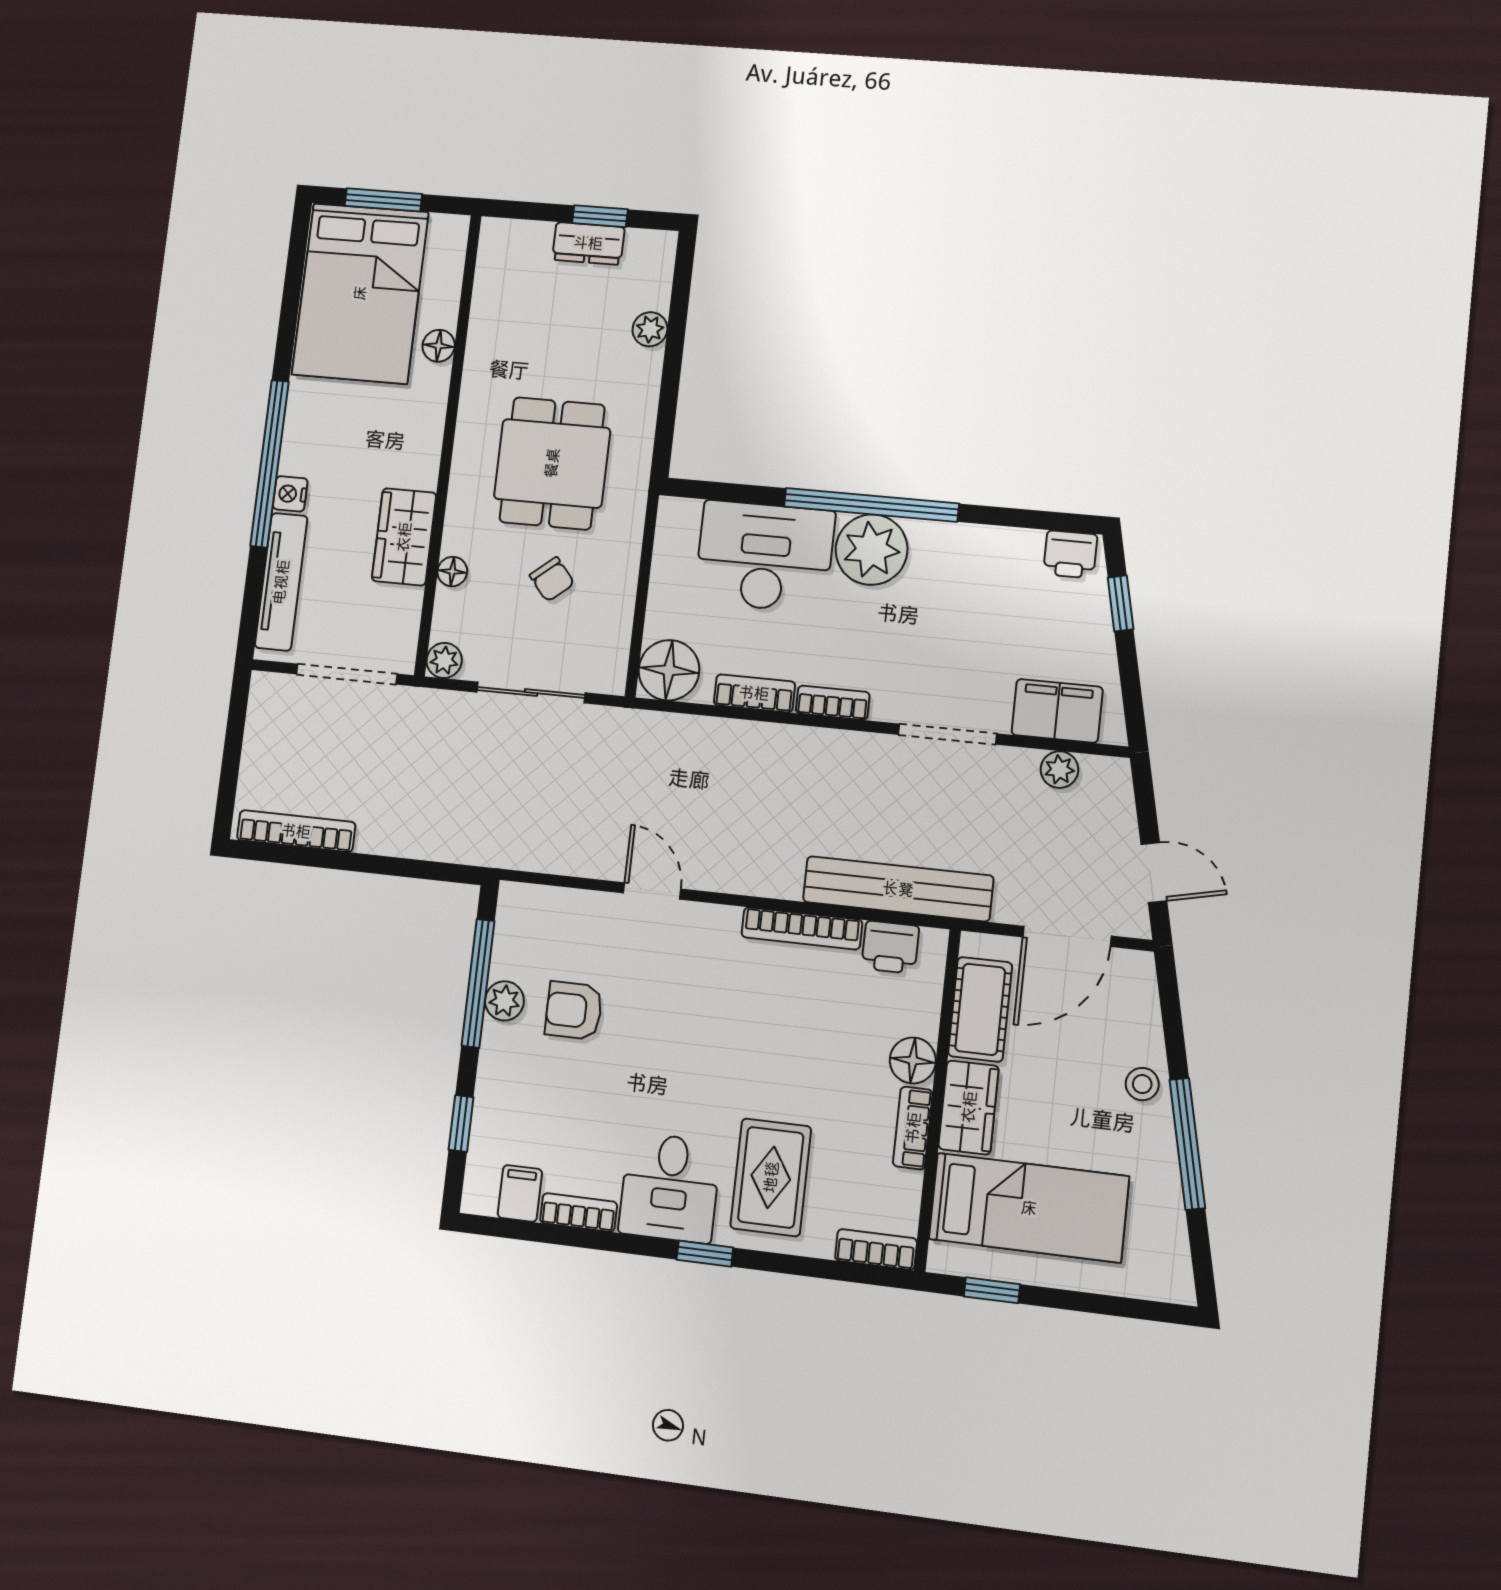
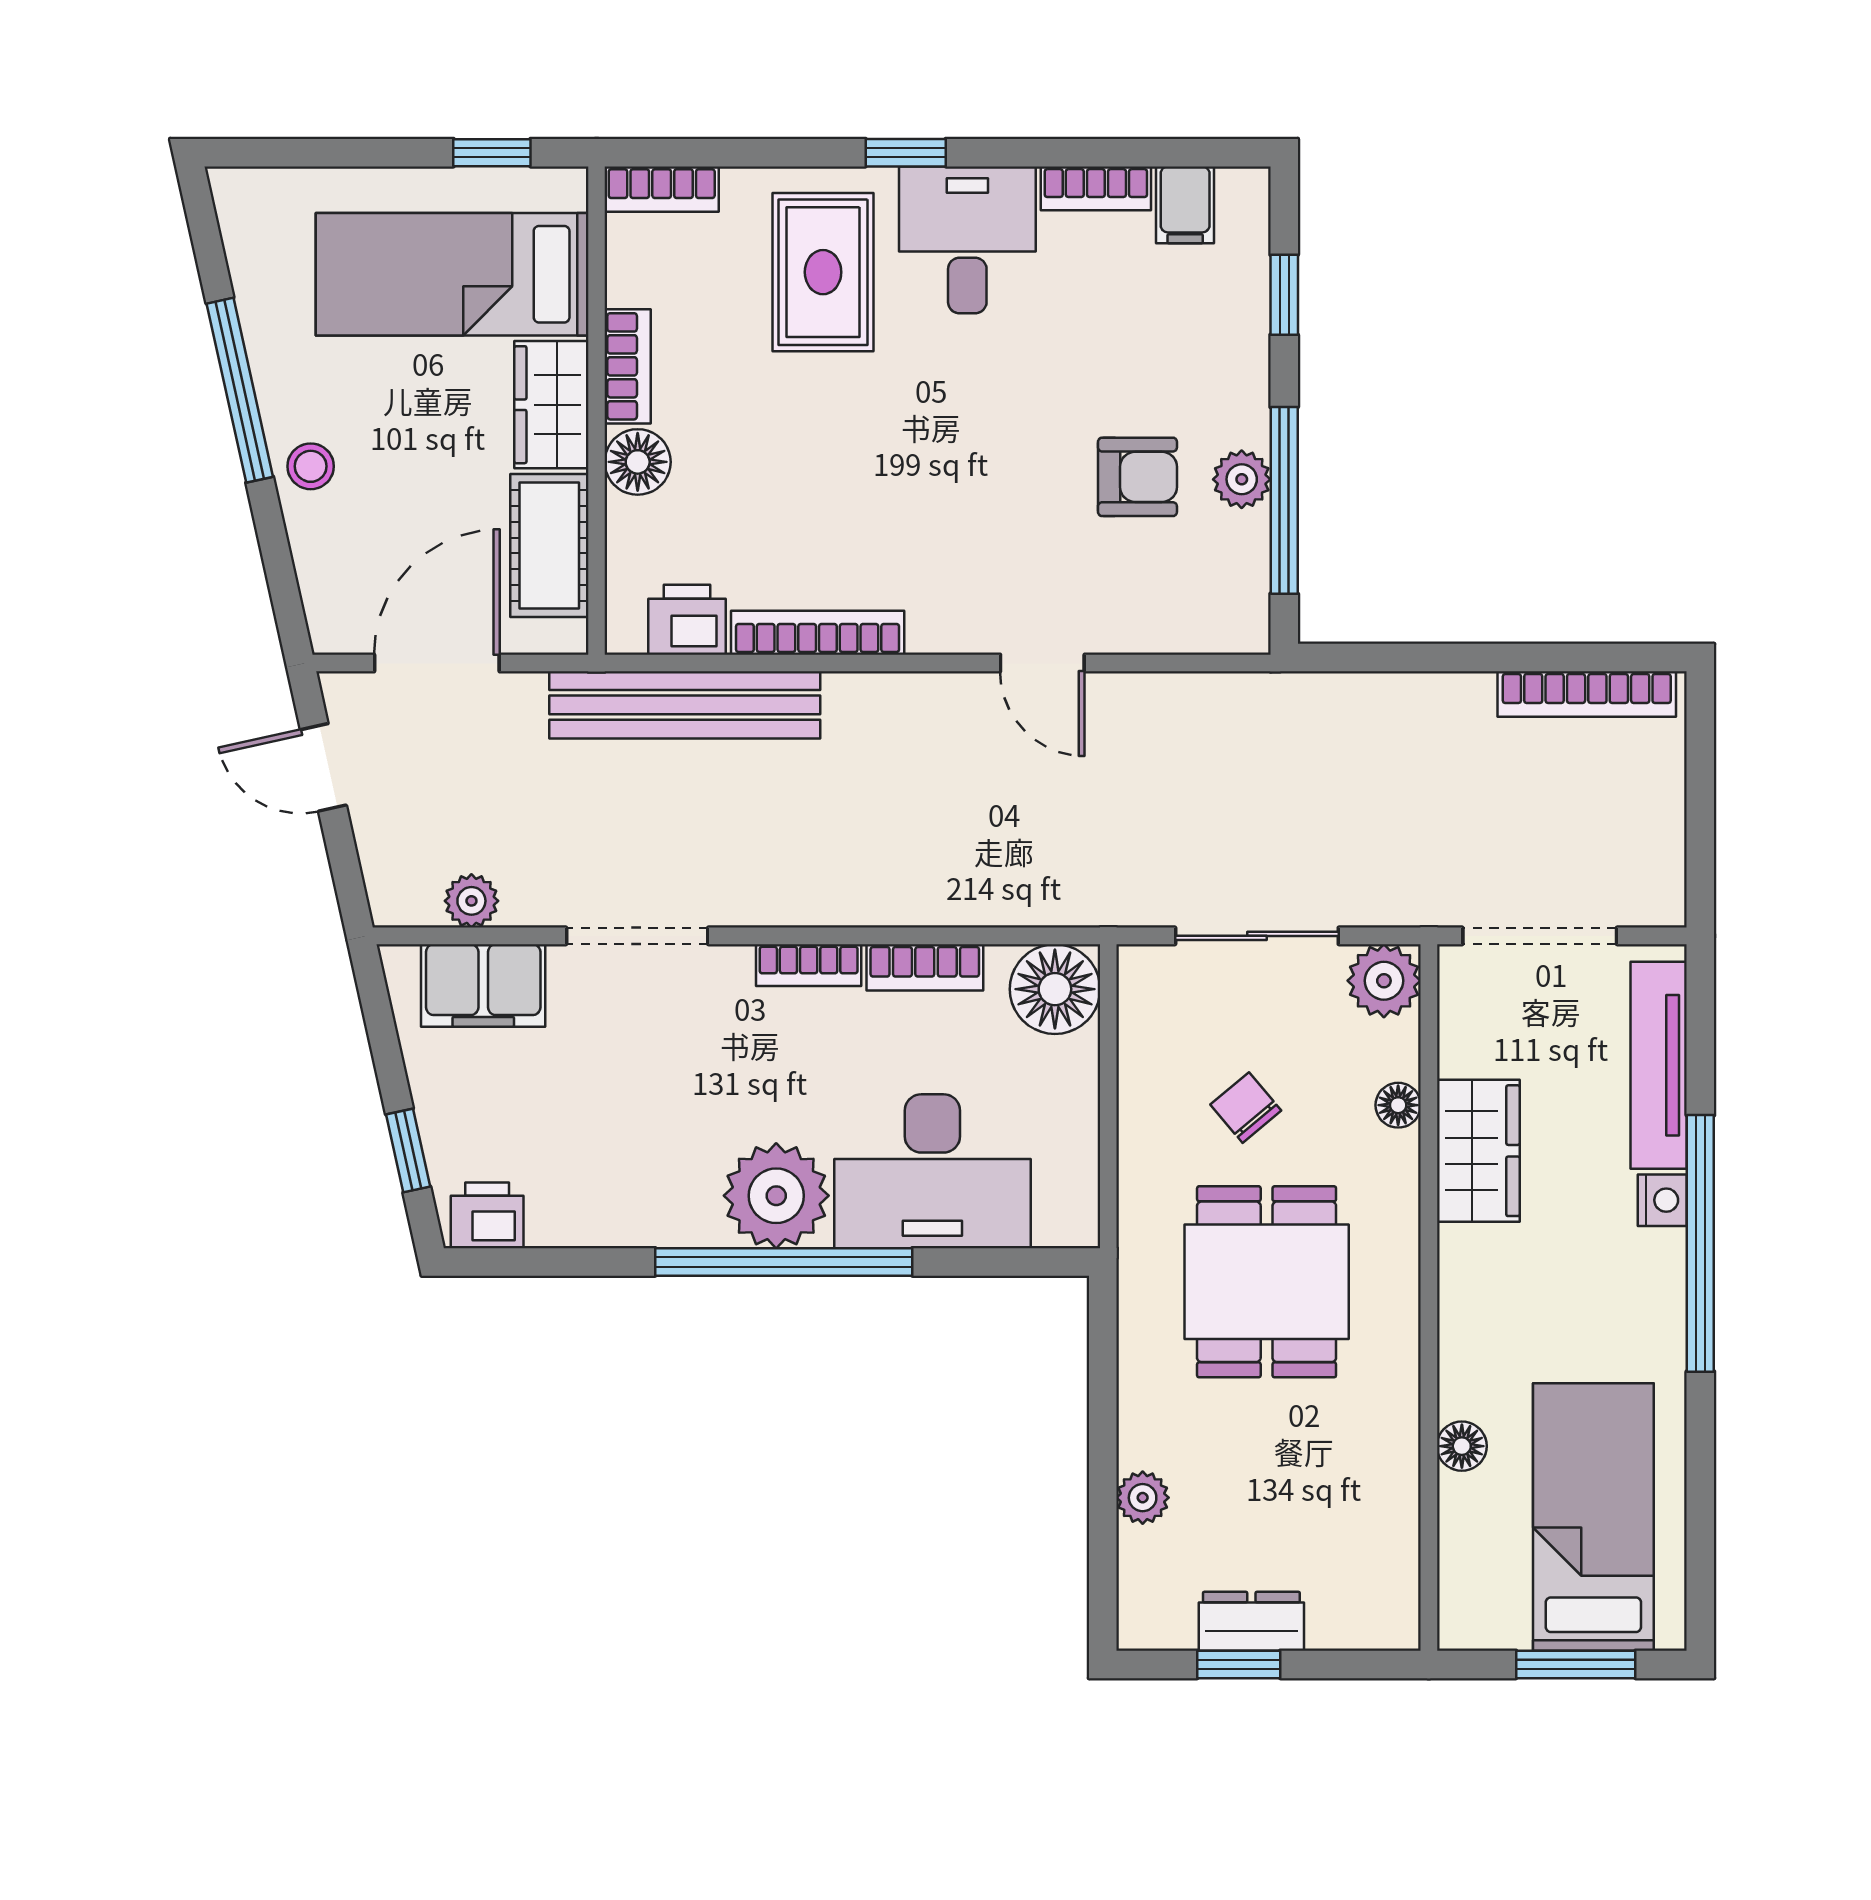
bed: (360, 293) -> (1593, 1517), width x0.67
plant: (444, 660) -> (1384, 981), width x1.38, depth x1.38

